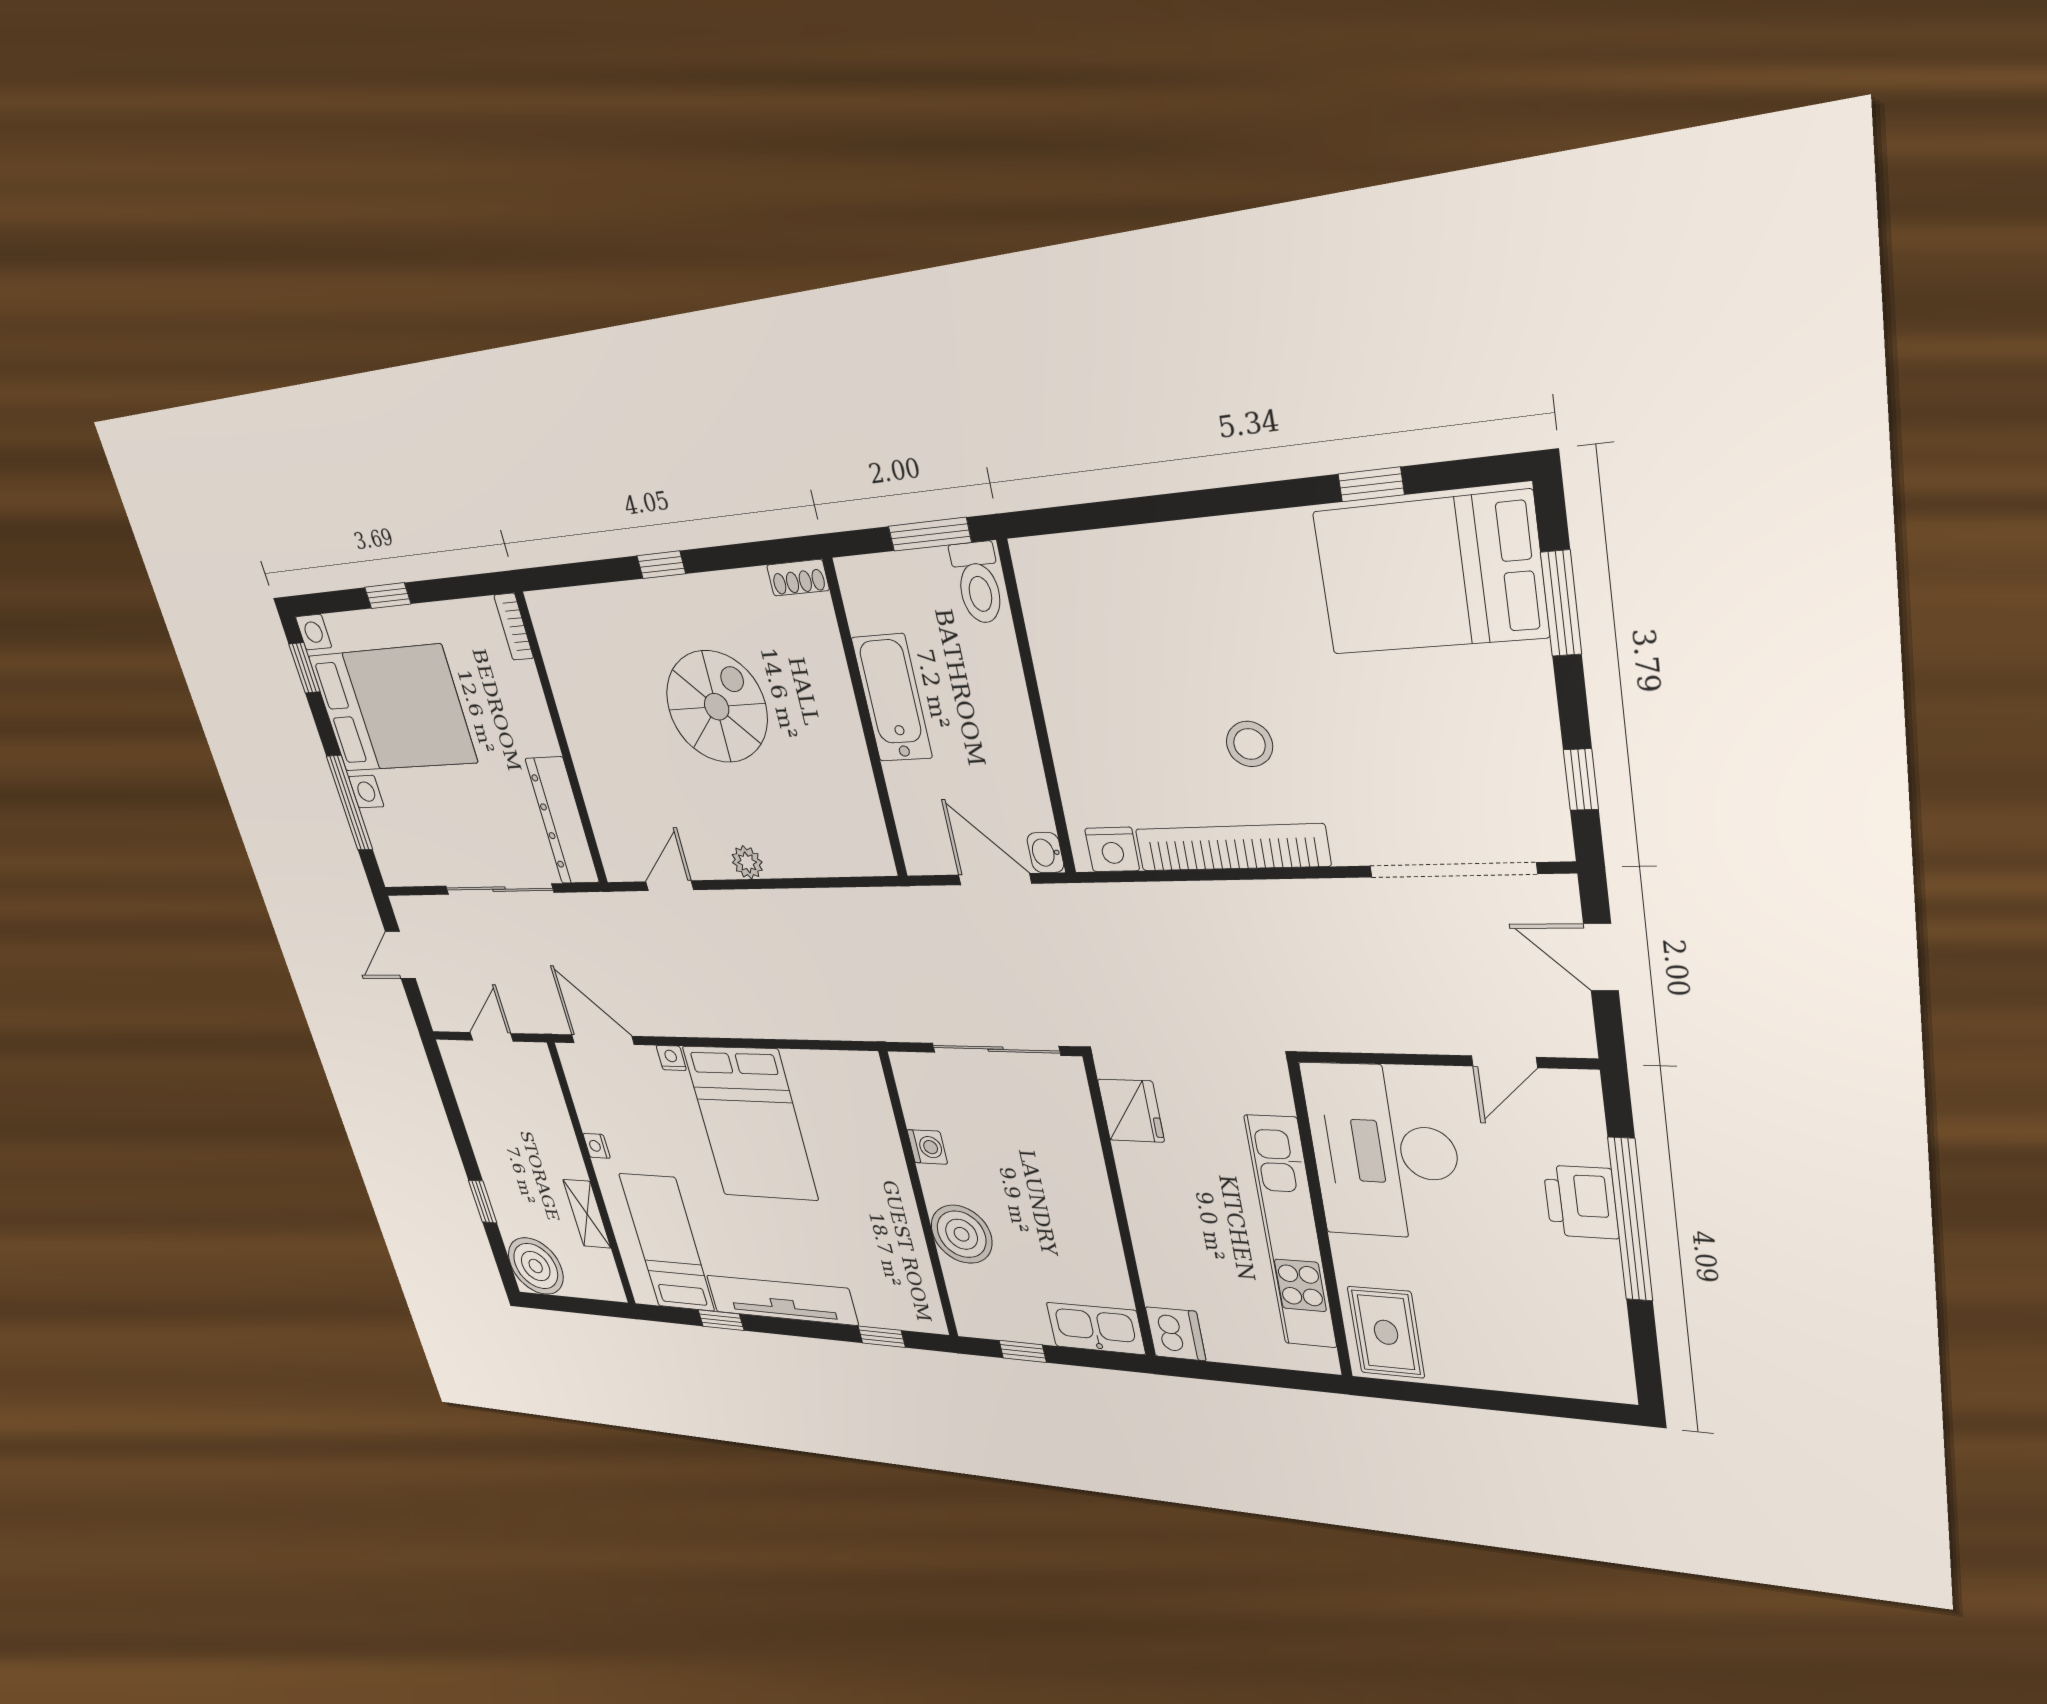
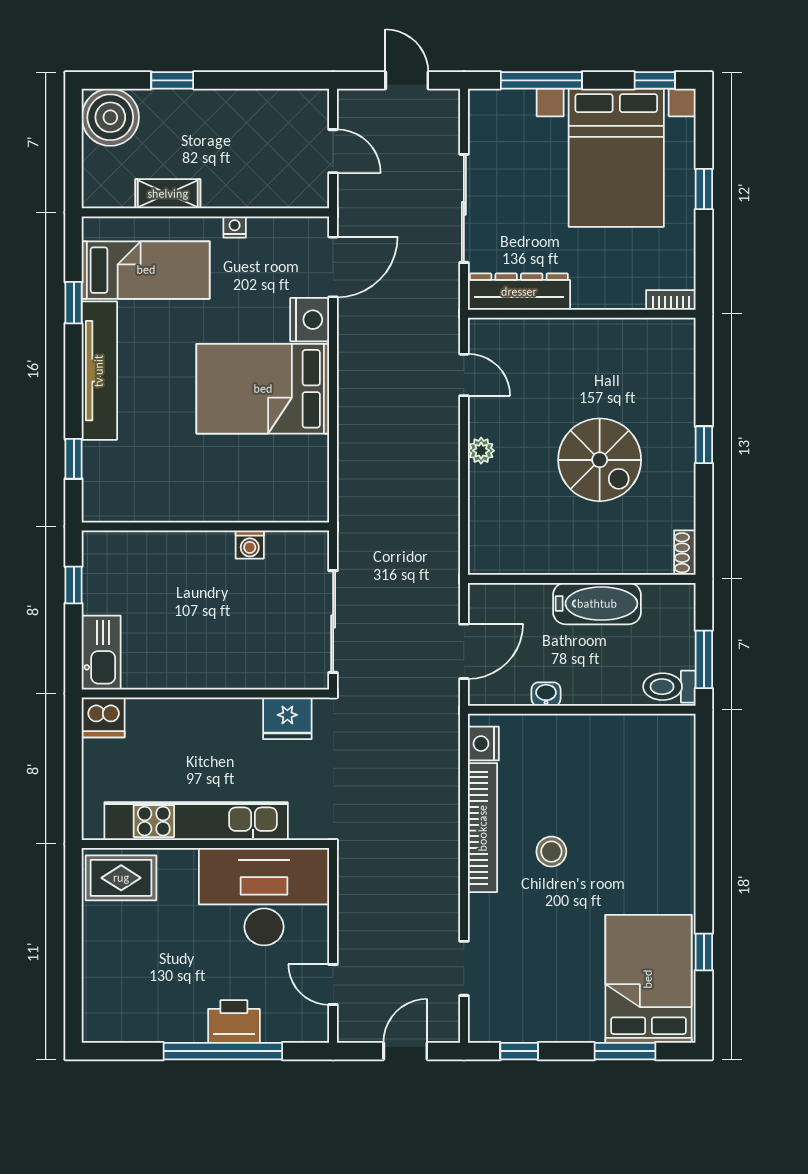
washbasin: (1045, 853) -> (546, 694), moved
doorway: (1452, 870) -> (464, 968), width x0.53
nightstand: (671, 1058) -> (310, 320), width x1.89, depth x1.79
boiler: (962, 1234) -> (175, 556), removed

